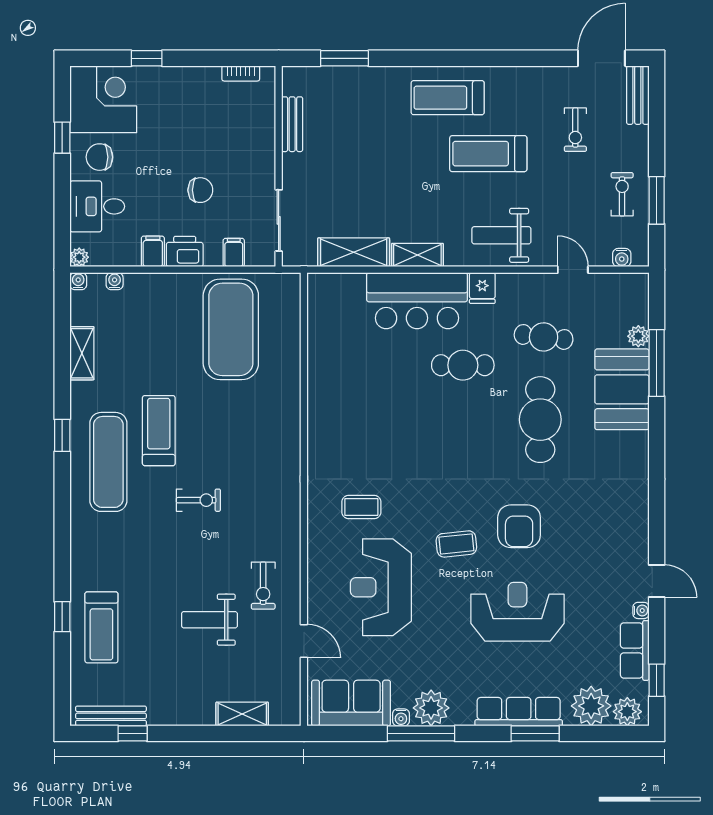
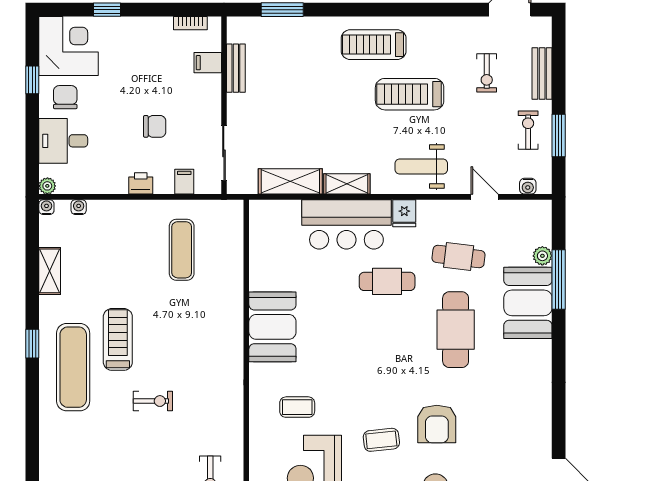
bench: (638, 95) -> (542, 73), moved
chair: (99, 157) -> (65, 97), turned 90
filing cabinet: (153, 251) -> (208, 63), moved, turned -90
printer: (185, 251) -> (141, 183), width x0.73, depth x0.81
exercise mat: (231, 329) -> (182, 250), width x0.50, depth x0.69
booth: (333, 416) -> (272, 327), added

